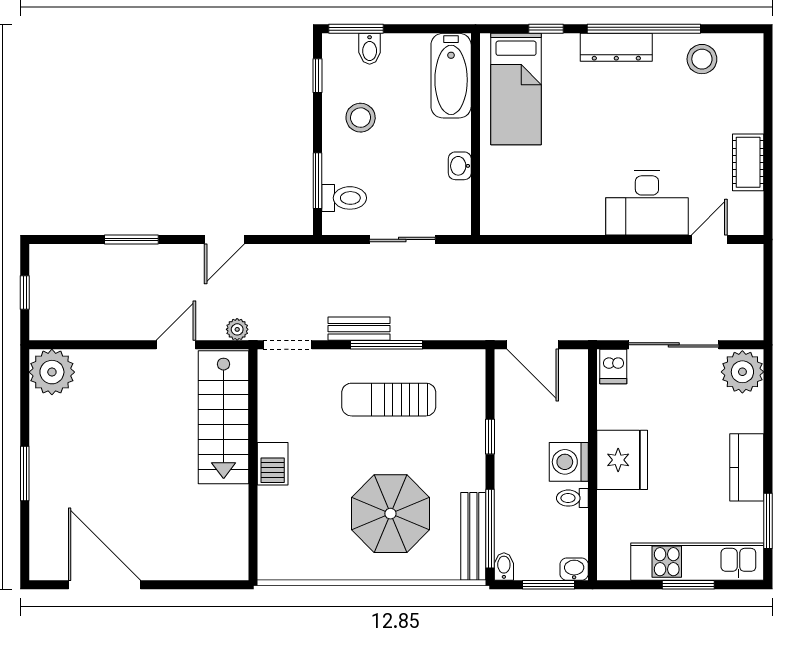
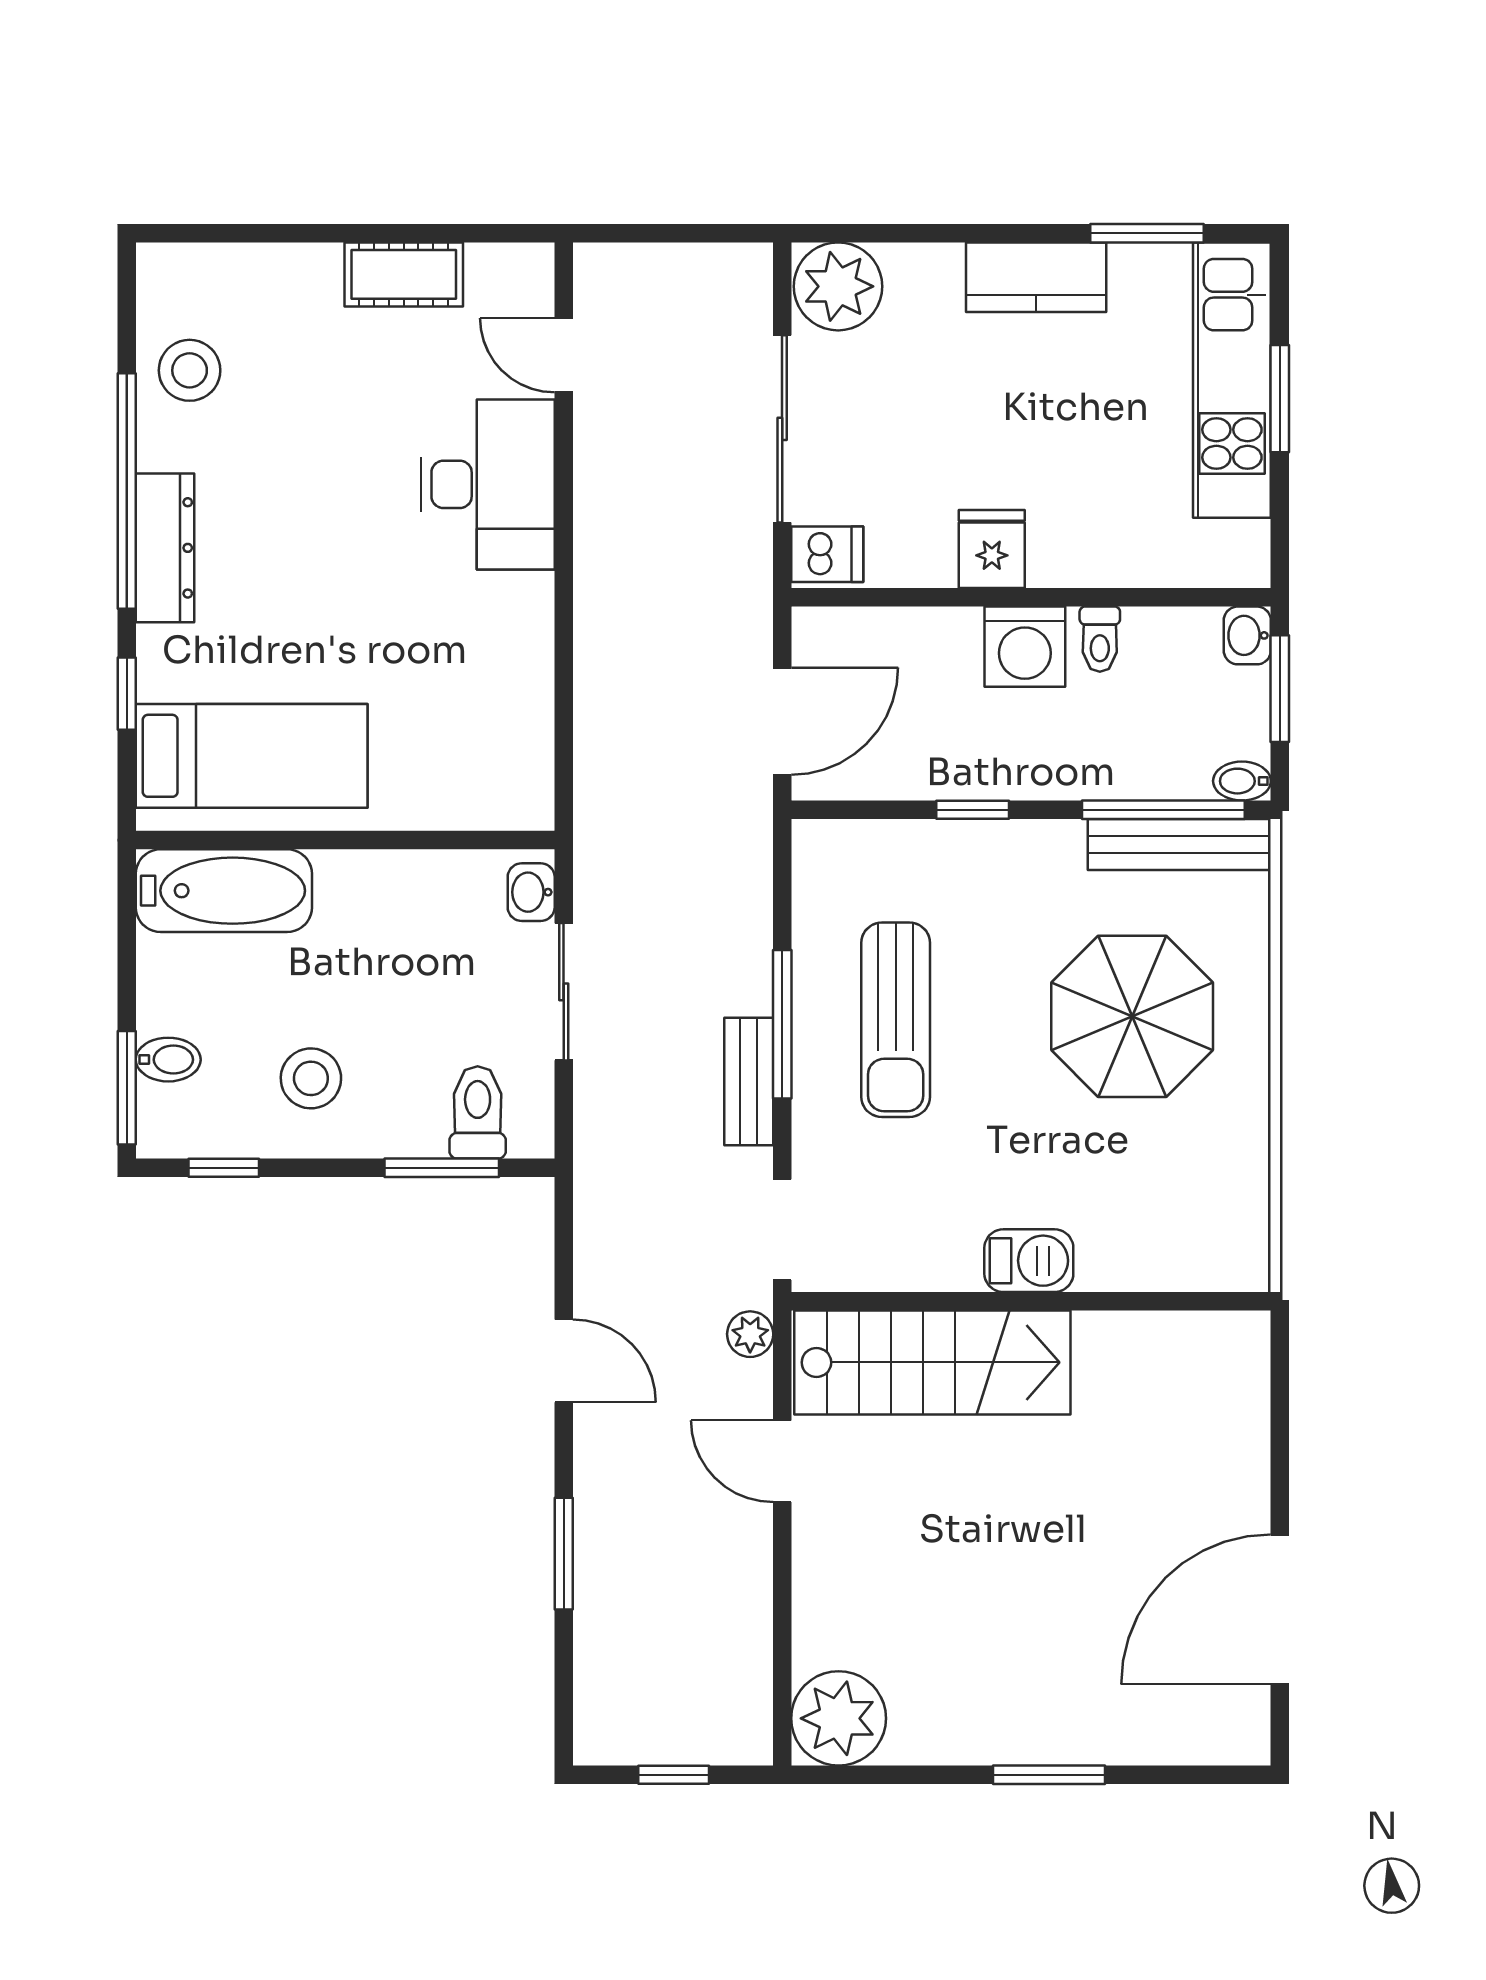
washbasin: (460, 166) -> (531, 892), moved, turned 90
fridge: (622, 460) -> (992, 549), width x0.53, depth x0.75

